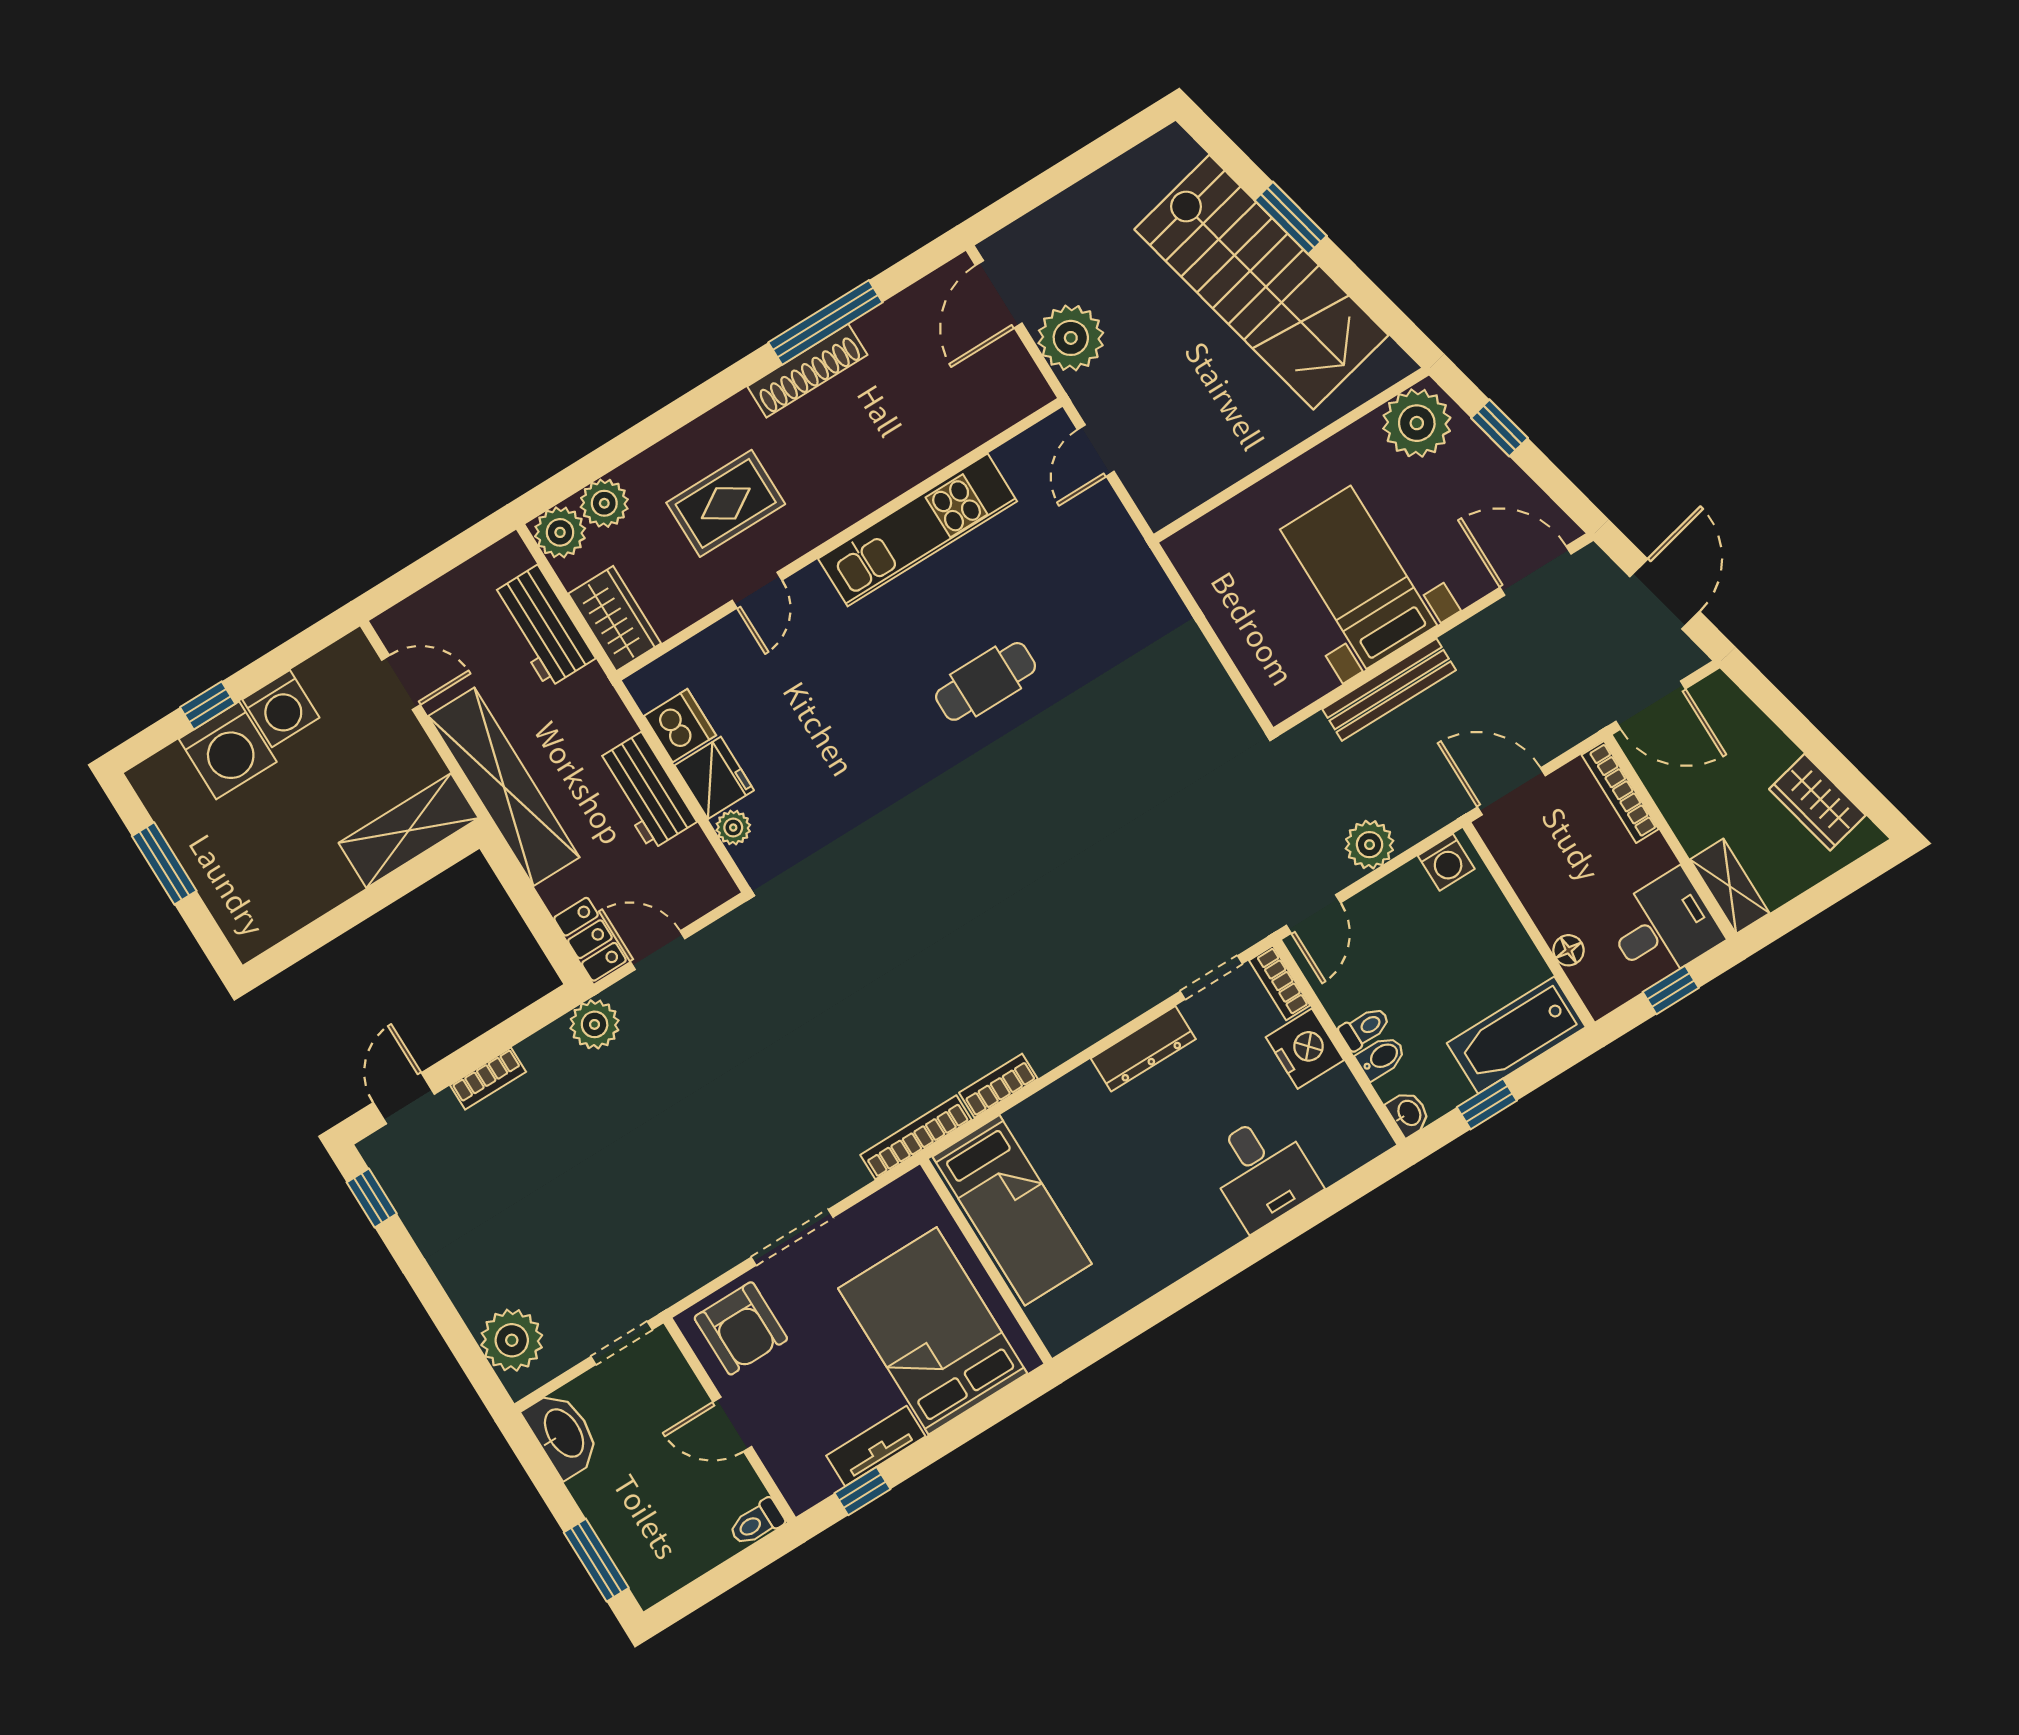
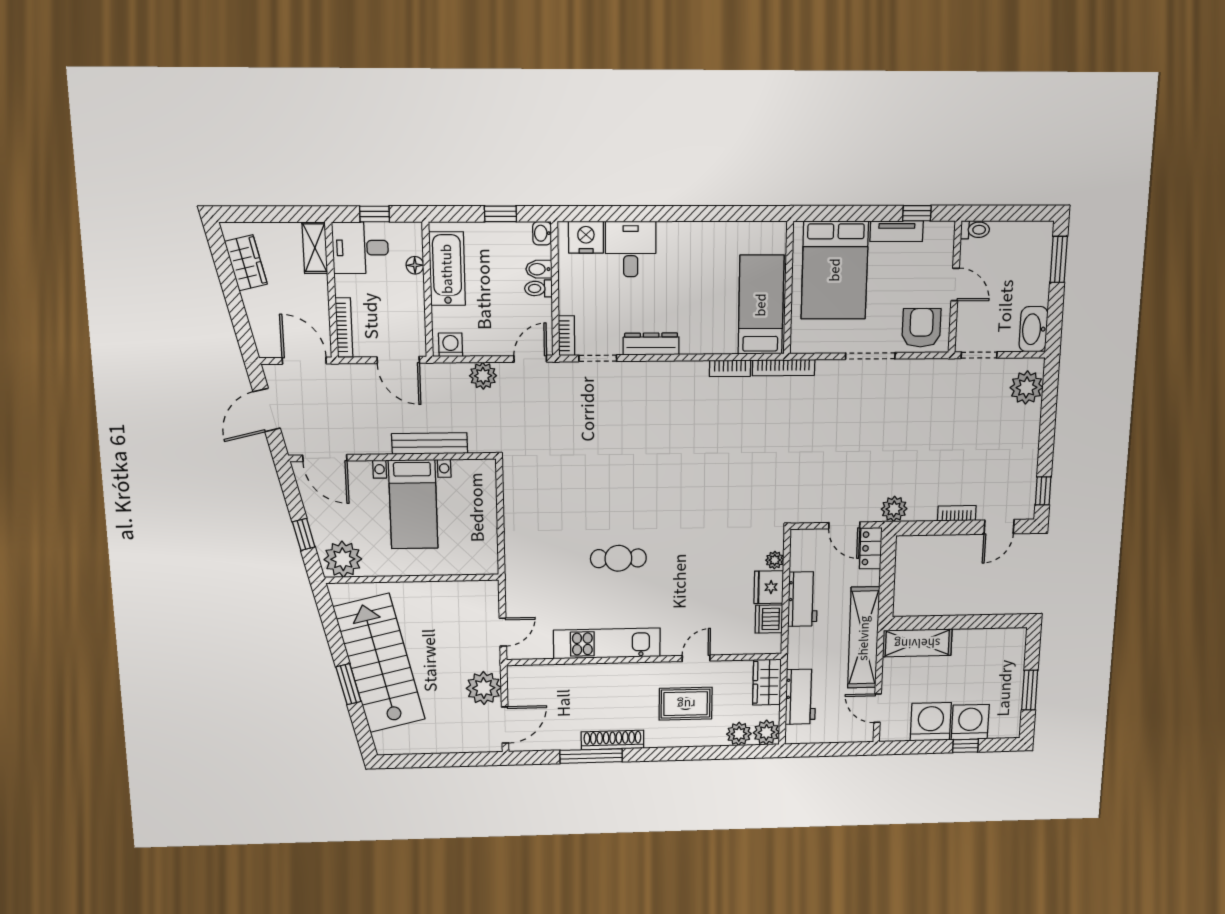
washing machine: (281, 709) -> (931, 722), width x1.37, depth x1.37
bathtub: (1516, 1035) -> (447, 269), moved, turned -90
nightstand: (1305, 1049) -> (586, 237), moved, turned 90

